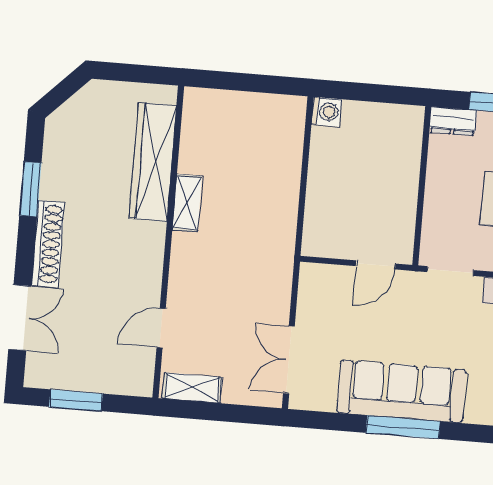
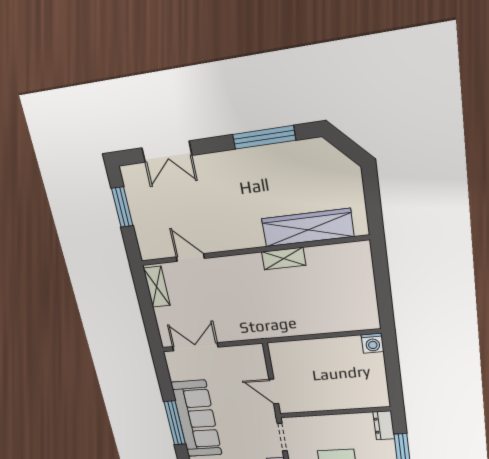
window: (30, 189) -> (264, 137), width x1.44
shoe rack: (48, 244) -> (227, 161), removed

